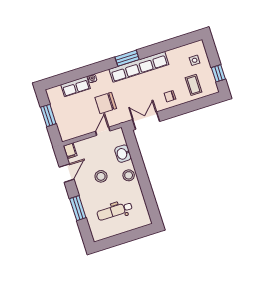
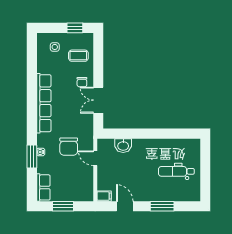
window: (127, 58) -> (32, 157), moved
row of seats: (76, 87) -> (43, 187), moved
double door: (146, 121) -> (98, 100), moved
stool: (129, 175) -> (146, 147), removed
stool: (101, 176) -> (138, 174), removed
dental chair: (115, 211) -> (176, 171), turned 90

